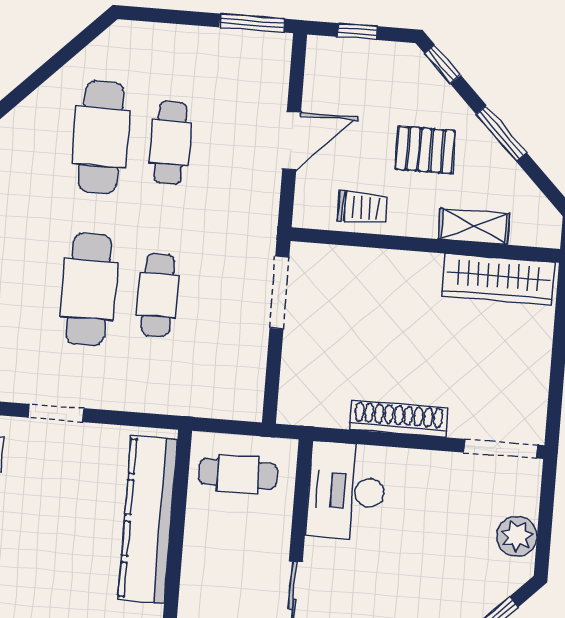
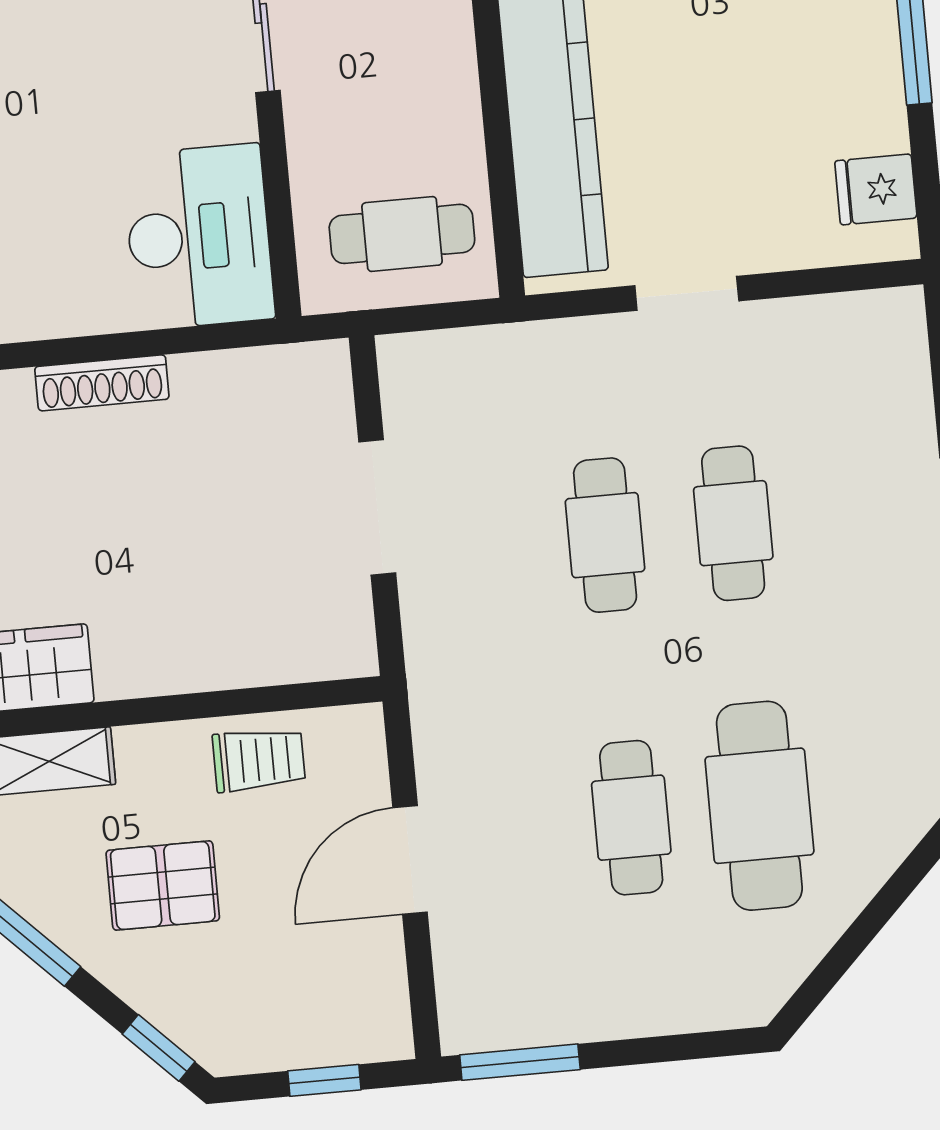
trolley: (363, 208) -> (259, 760), turned 180
cafe table: (89, 289) -> (733, 523), width x0.73, depth x0.74
doorway: (279, 292) -> (377, 507), moved
doorway: (56, 413) -> (687, 293), moved
shoe rack: (398, 419) -> (102, 383), width x0.74, depth x0.81

